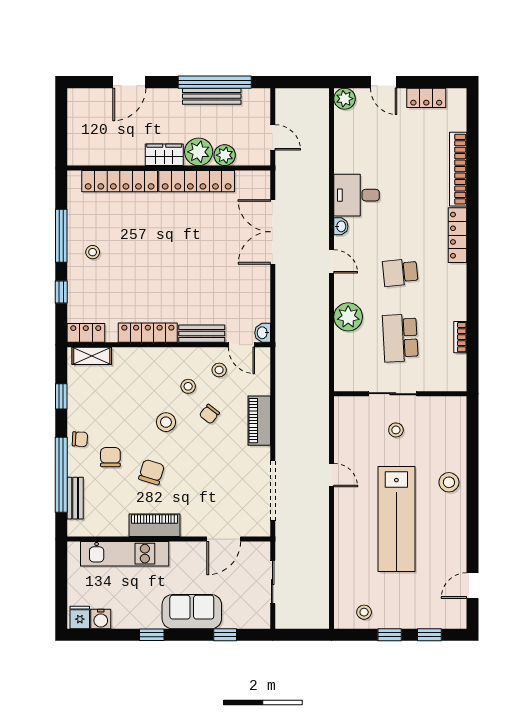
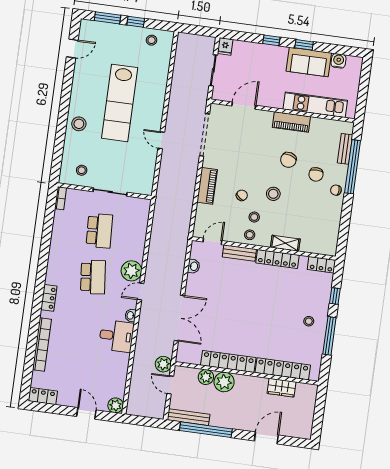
bench: (212, 96) -> (188, 417), moved
locker: (426, 98) -> (43, 396), moved
wardrobe: (164, 155) -> (282, 388), moved
plant: (286, 165) -> (163, 364), added
locker: (457, 235) -> (49, 298), width x0.66
door: (332, 261) -> (141, 292), hinge flipped
school desk: (400, 272) -> (93, 277), width x1.85
plant: (348, 317) -> (131, 271), moved
washbasin: (263, 333) -> (194, 266), moved
bookcase: (460, 337) -> (61, 198), moved
door: (241, 345) -> (212, 241), hinge flipped
shelving: (92, 356) -> (285, 243), moved
stool: (219, 370) -> (250, 235), moved
window: (61, 396) -> (345, 222), removed
stool: (396, 430) -> (82, 170), moved
lab bench: (396, 519) -> (120, 103), turned 180
sofa: (192, 612) -> (309, 62), moved
fridge: (80, 617) -> (225, 46), moved
window: (225, 635) -> (271, 40), moved
window: (429, 635) -> (107, 18), width x1.50

